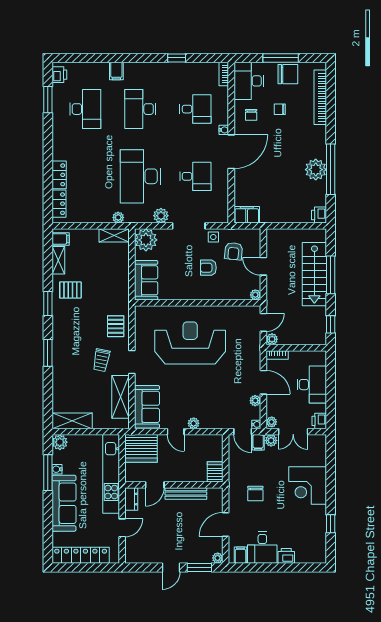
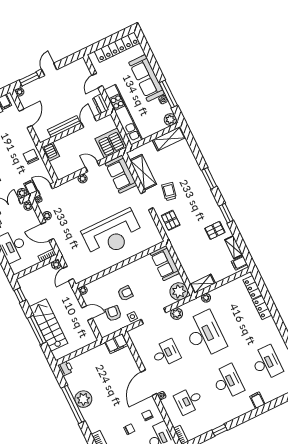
desk: (85, 109) -> (266, 363), turned 180
desk: (195, 176) -> (166, 353), turned 180
chair: (255, 494) -> (31, 157), moved

